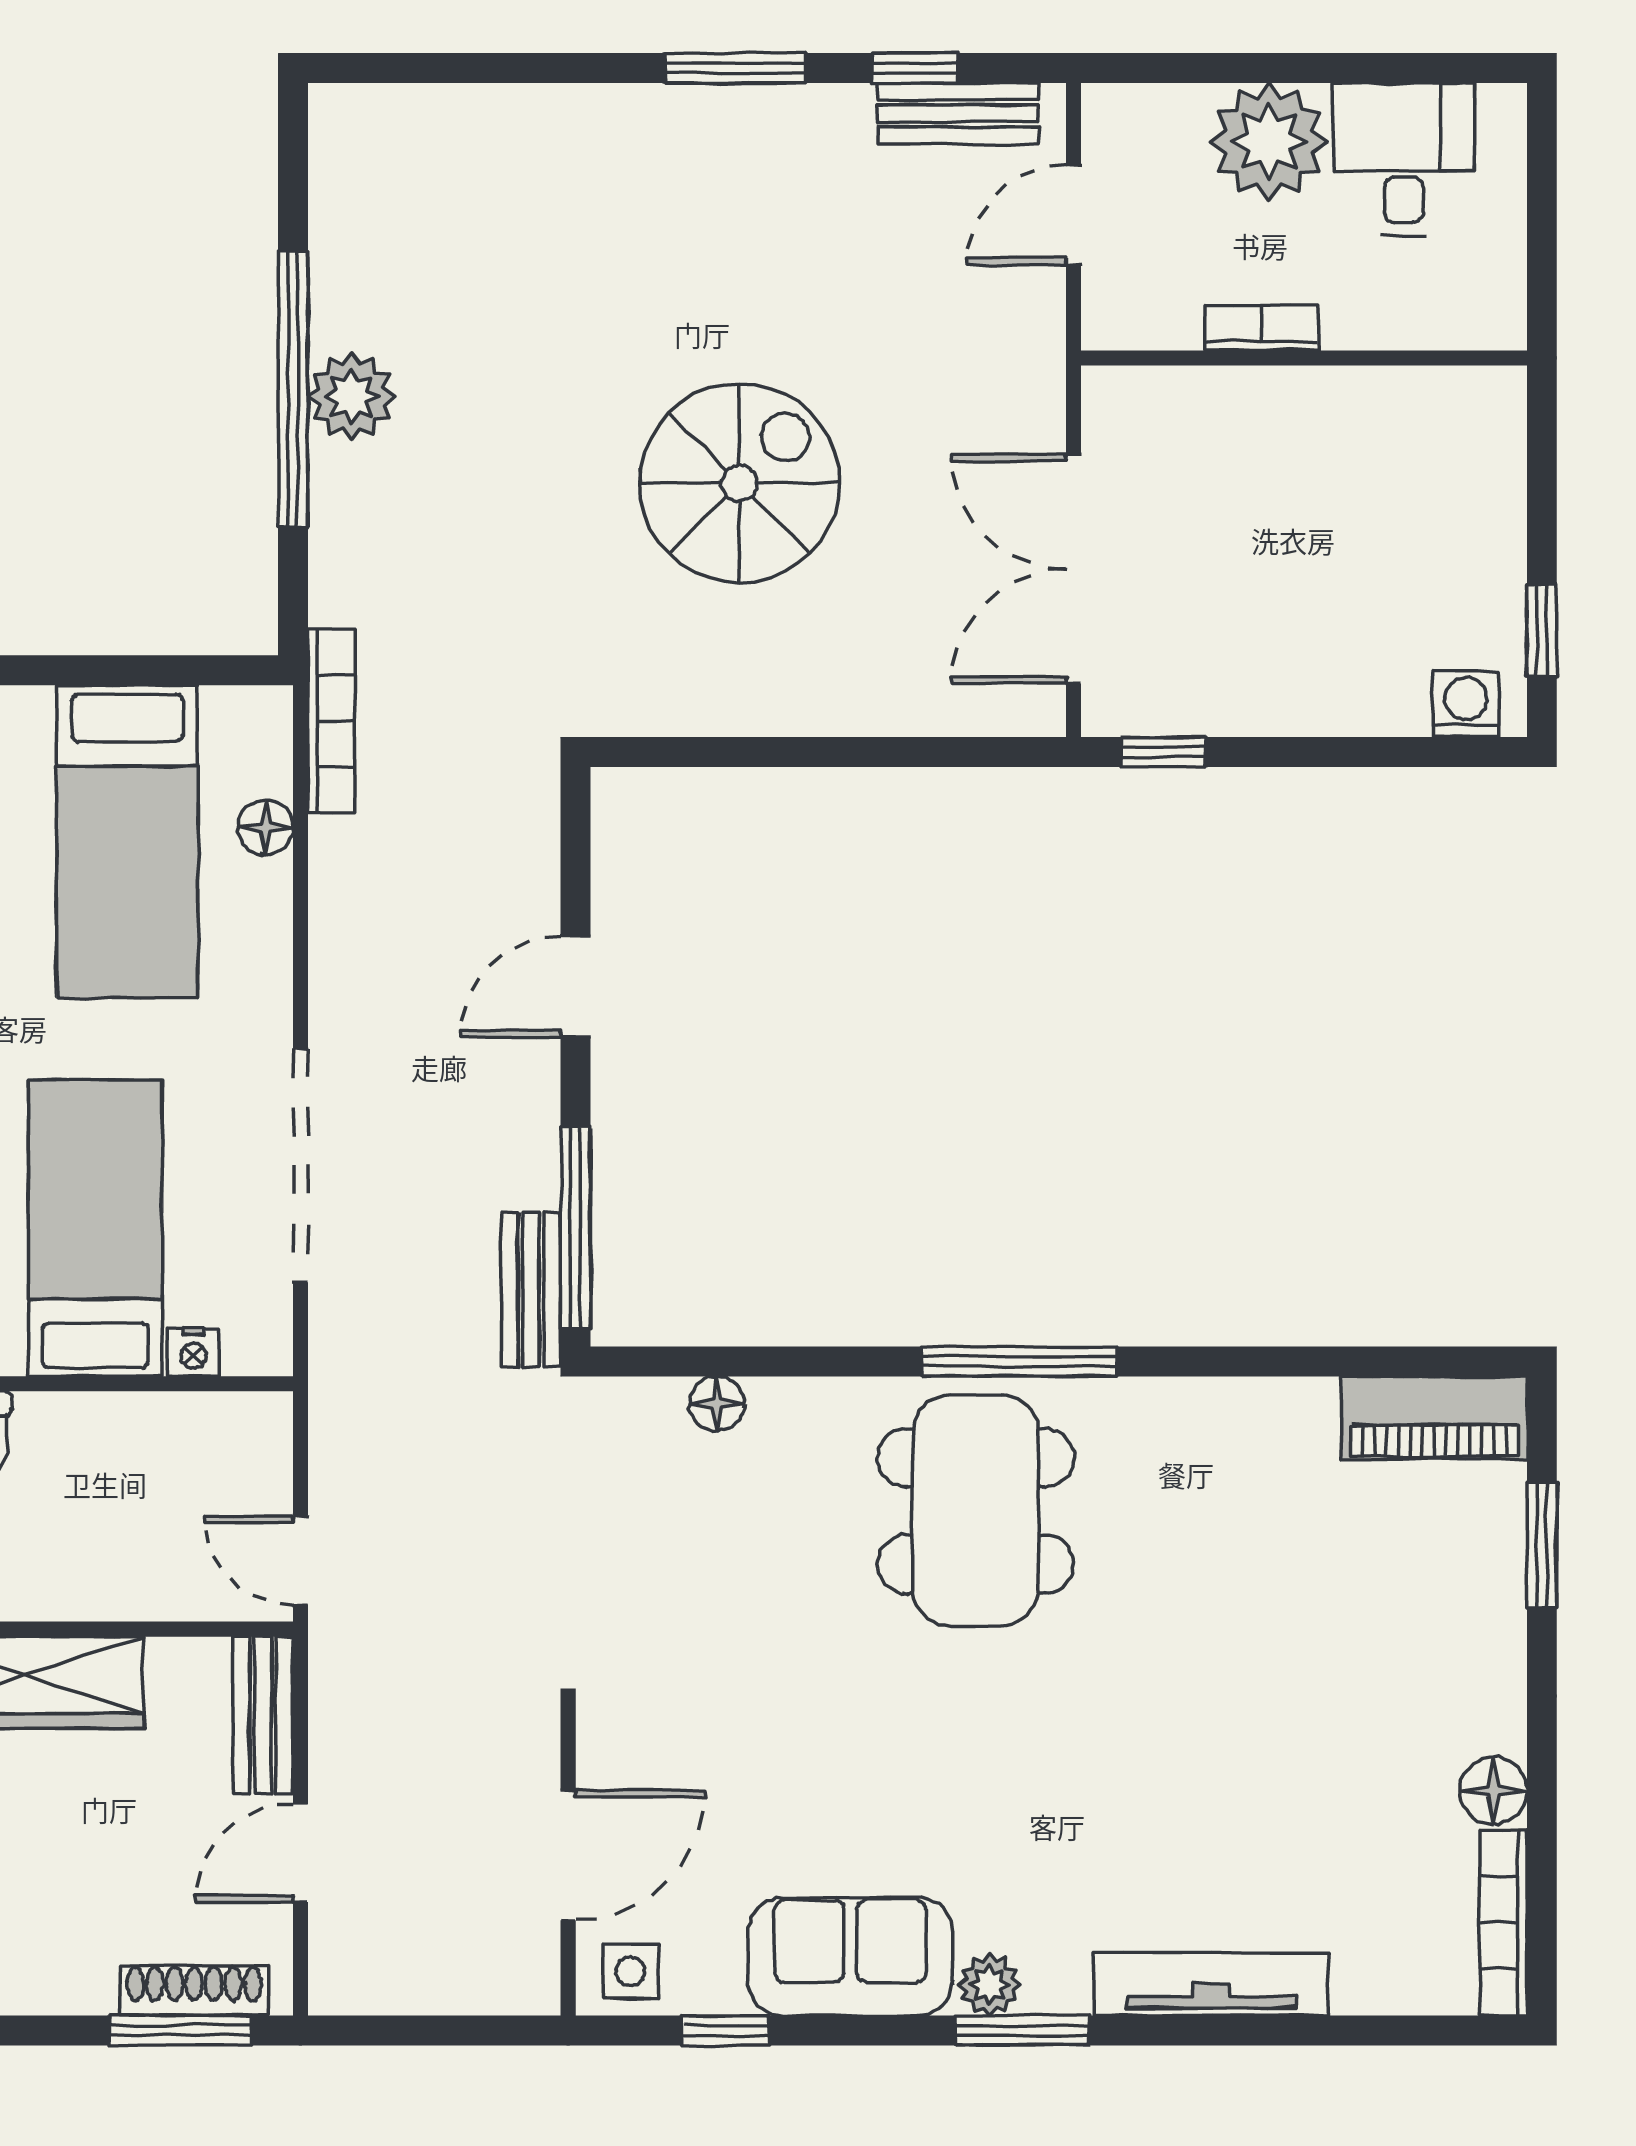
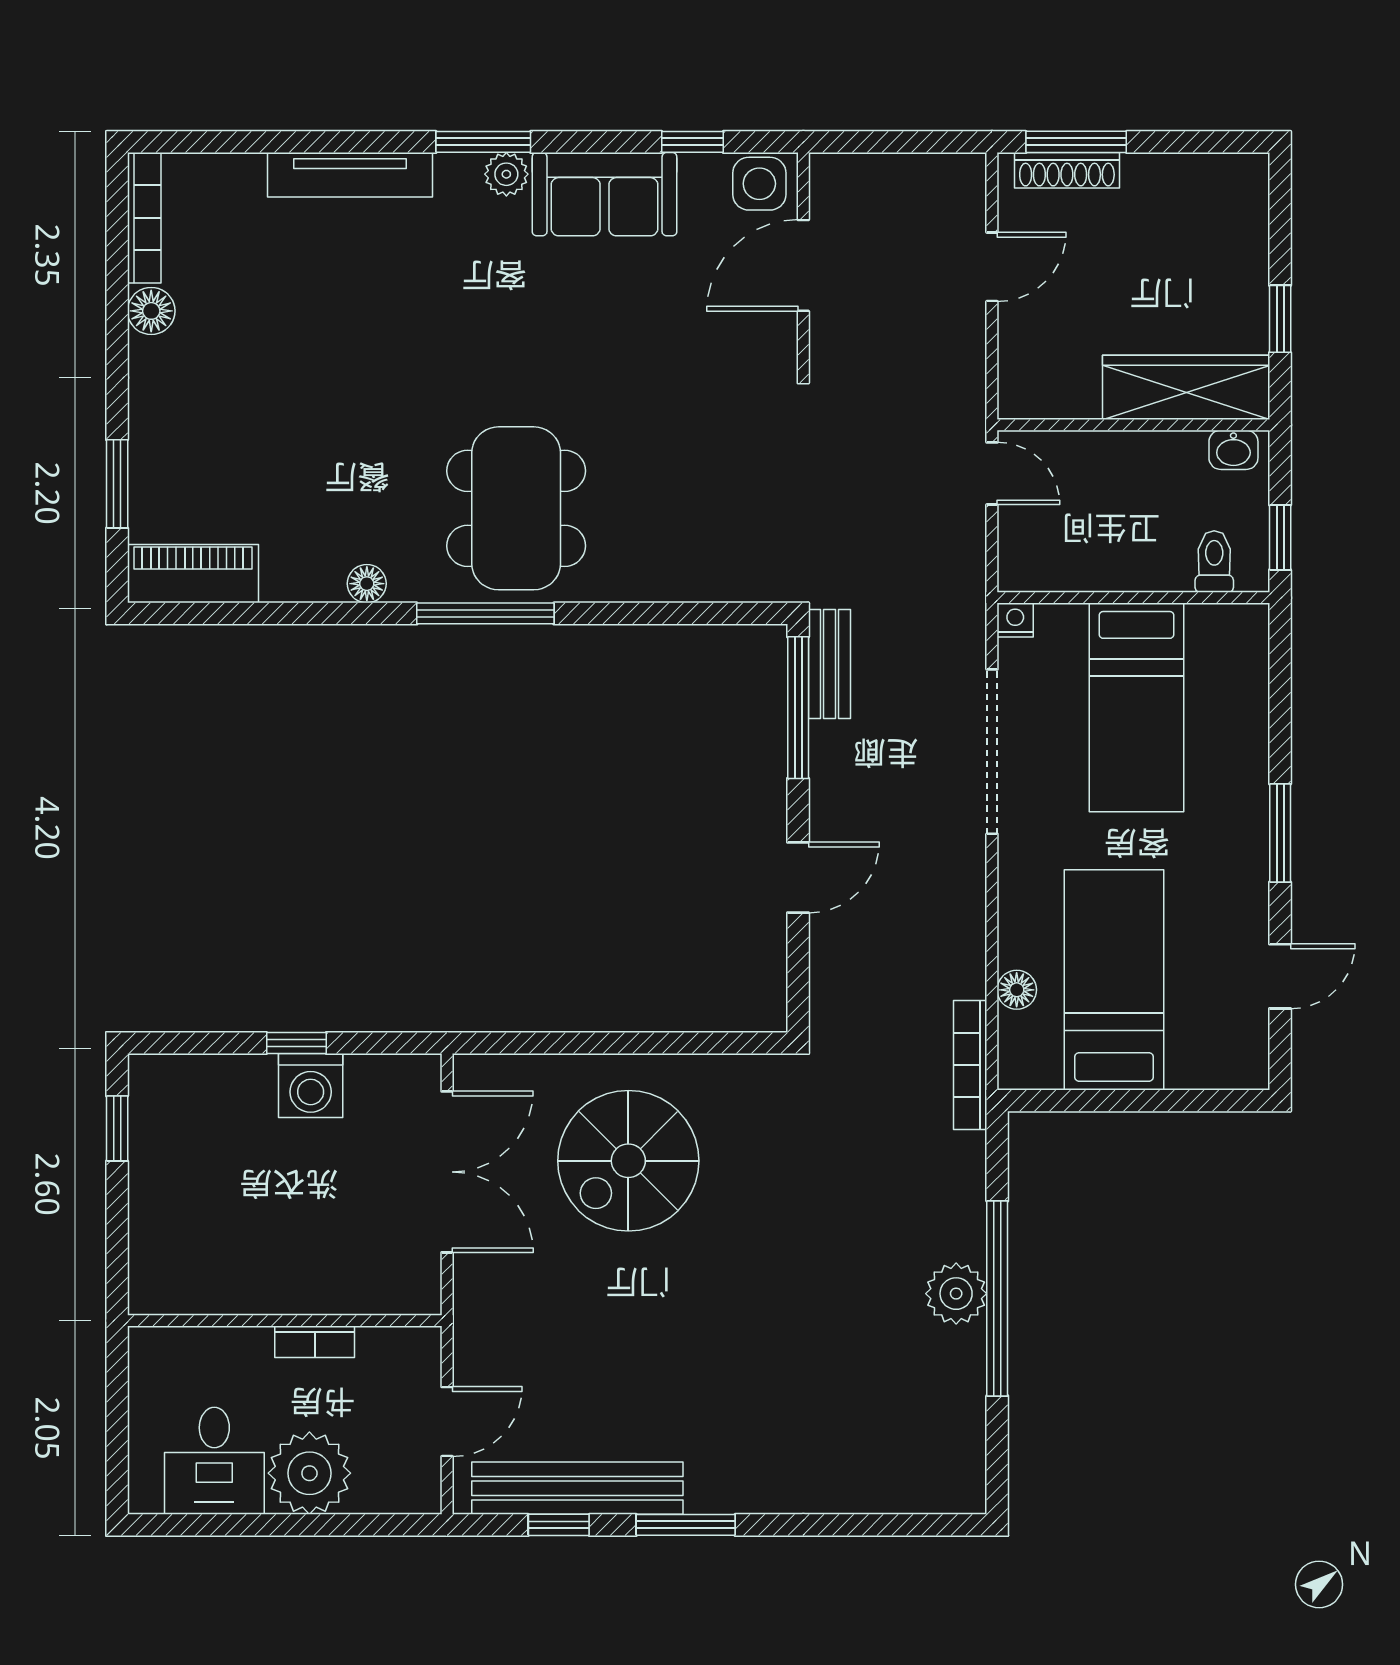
bench: (958, 114) -> (577, 1488), width x1.86, depth x1.21
spiral stairs: (739, 483) -> (628, 1161), moved
washing machine: (1466, 704) -> (311, 1086), moved, width x1.38, depth x1.38
window: (1163, 752) -> (296, 1043), moved
nightstand: (194, 1352) -> (1015, 620), moved
floor lamp: (717, 1404) -> (367, 584), moved
bench: (263, 1715) -> (1018, 364), removed
side table: (630, 1971) -> (759, 184), width x1.37, depth x1.37

